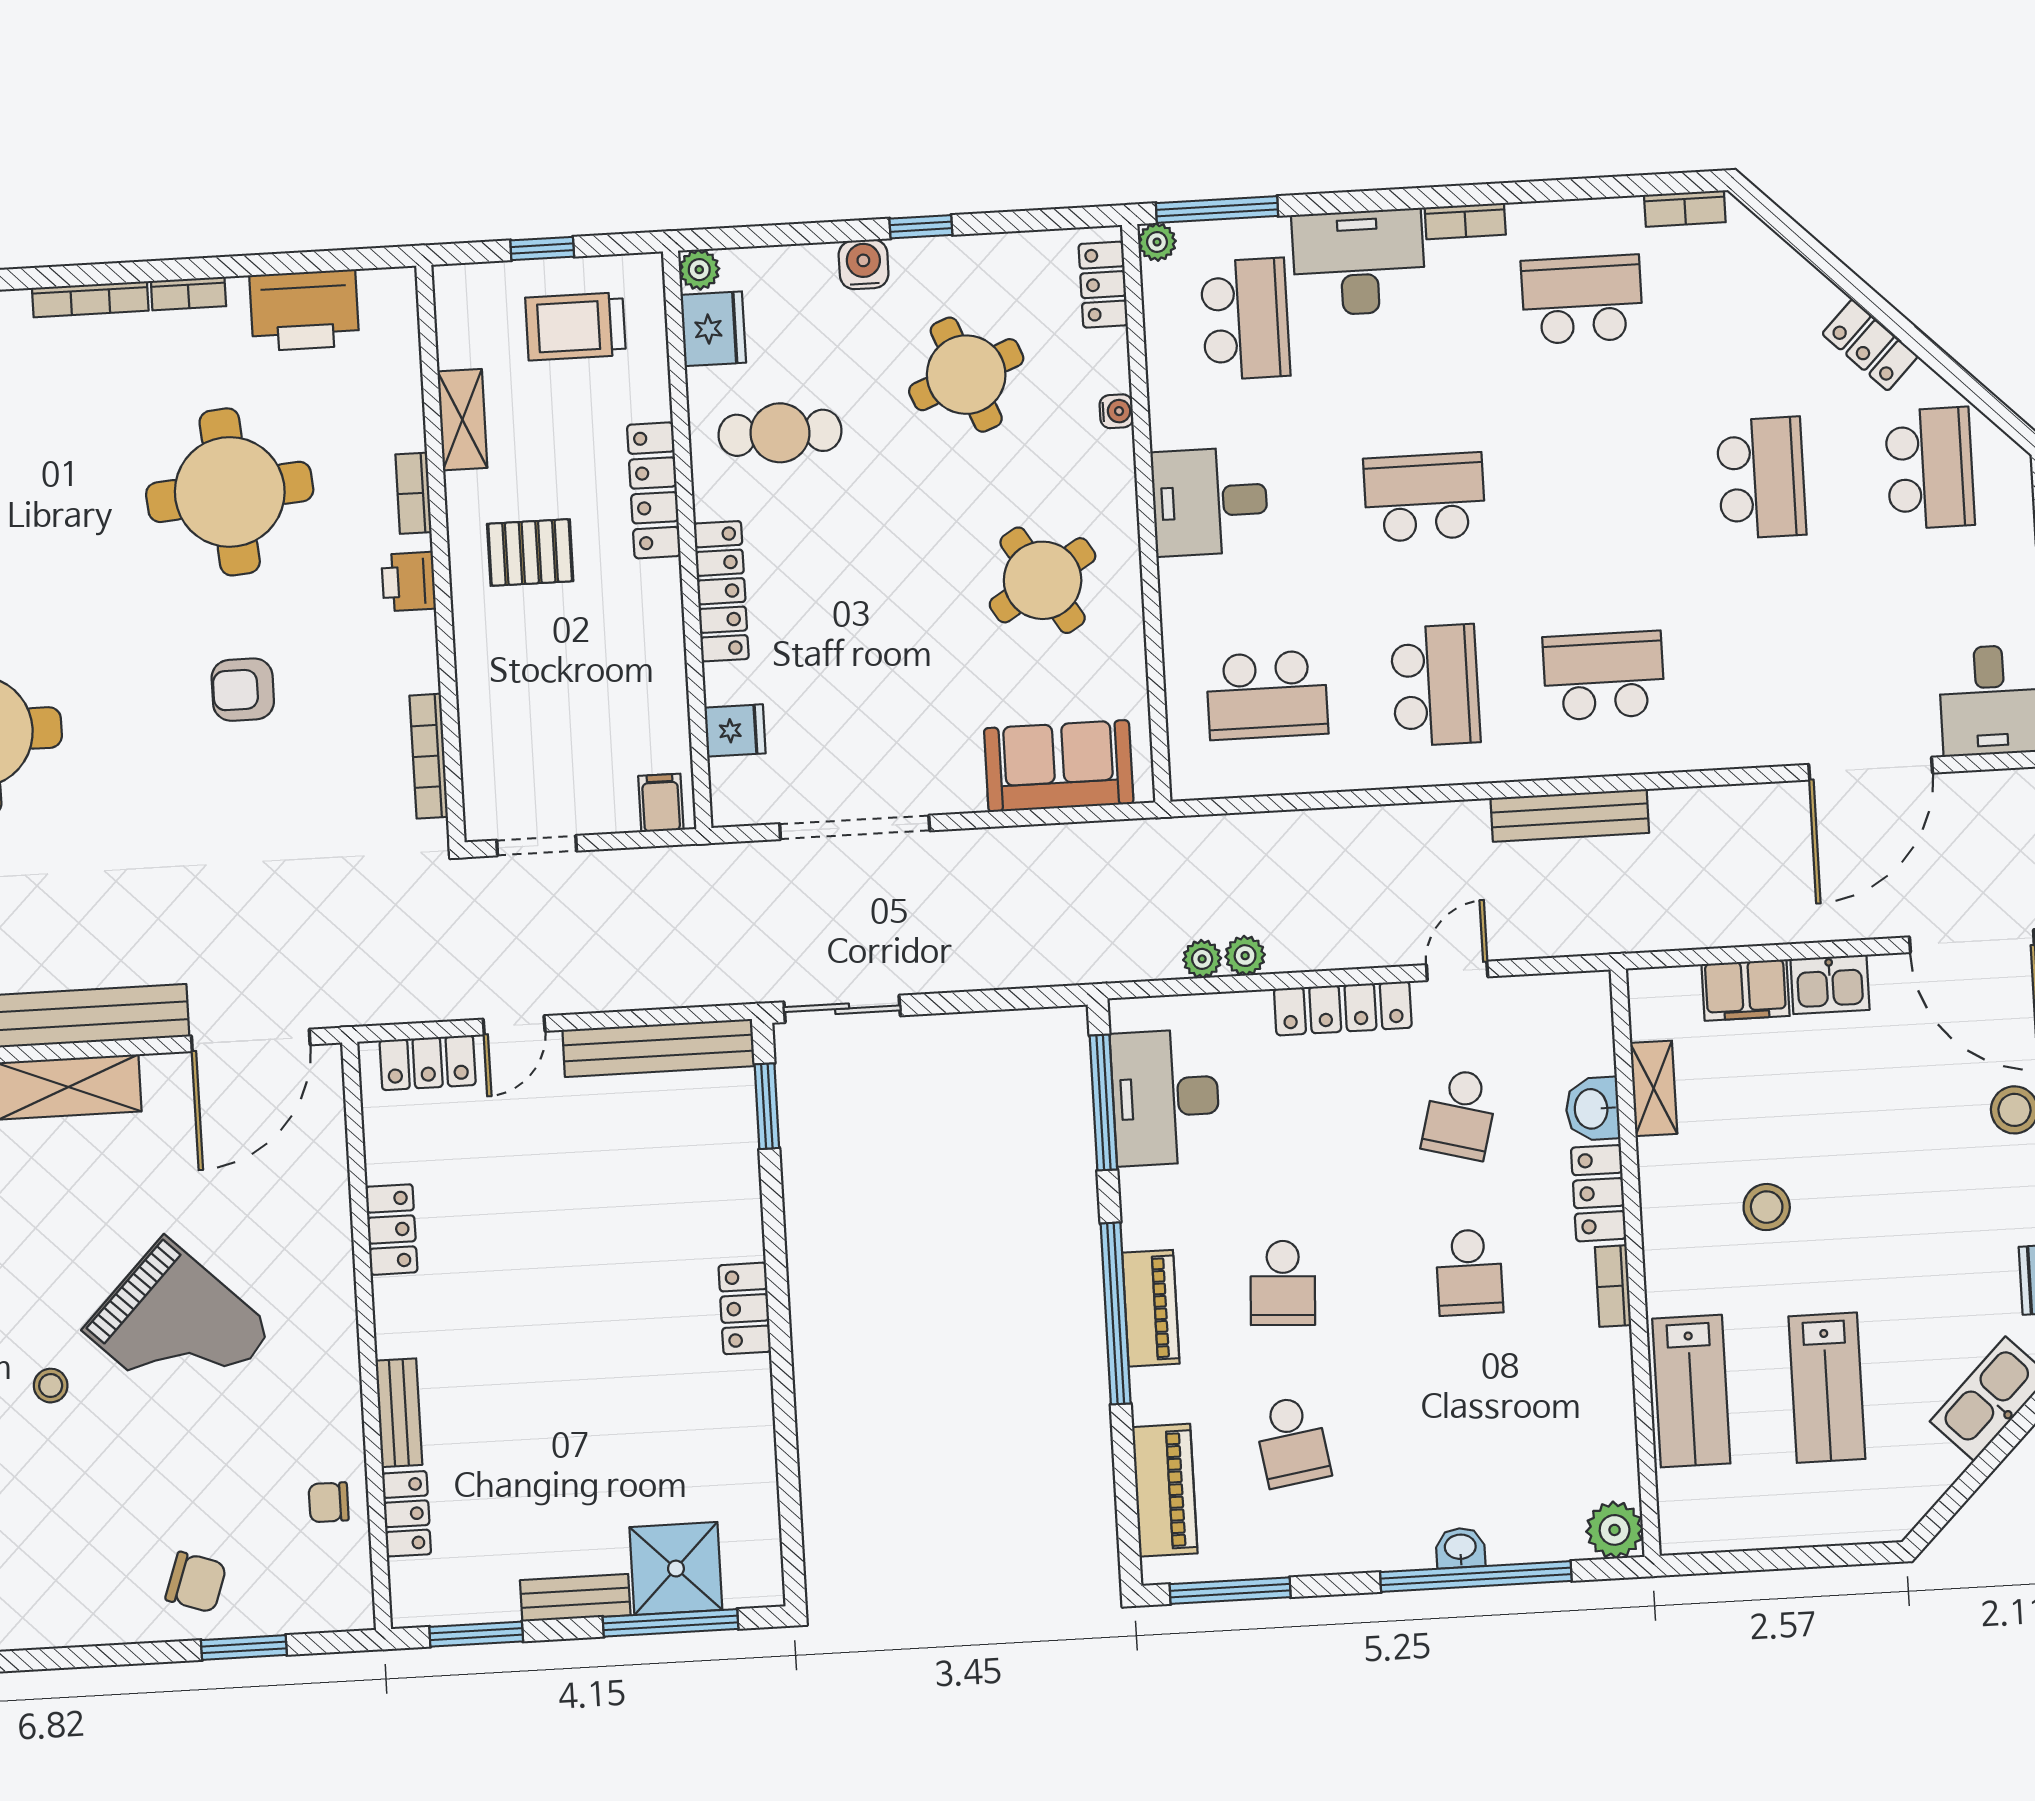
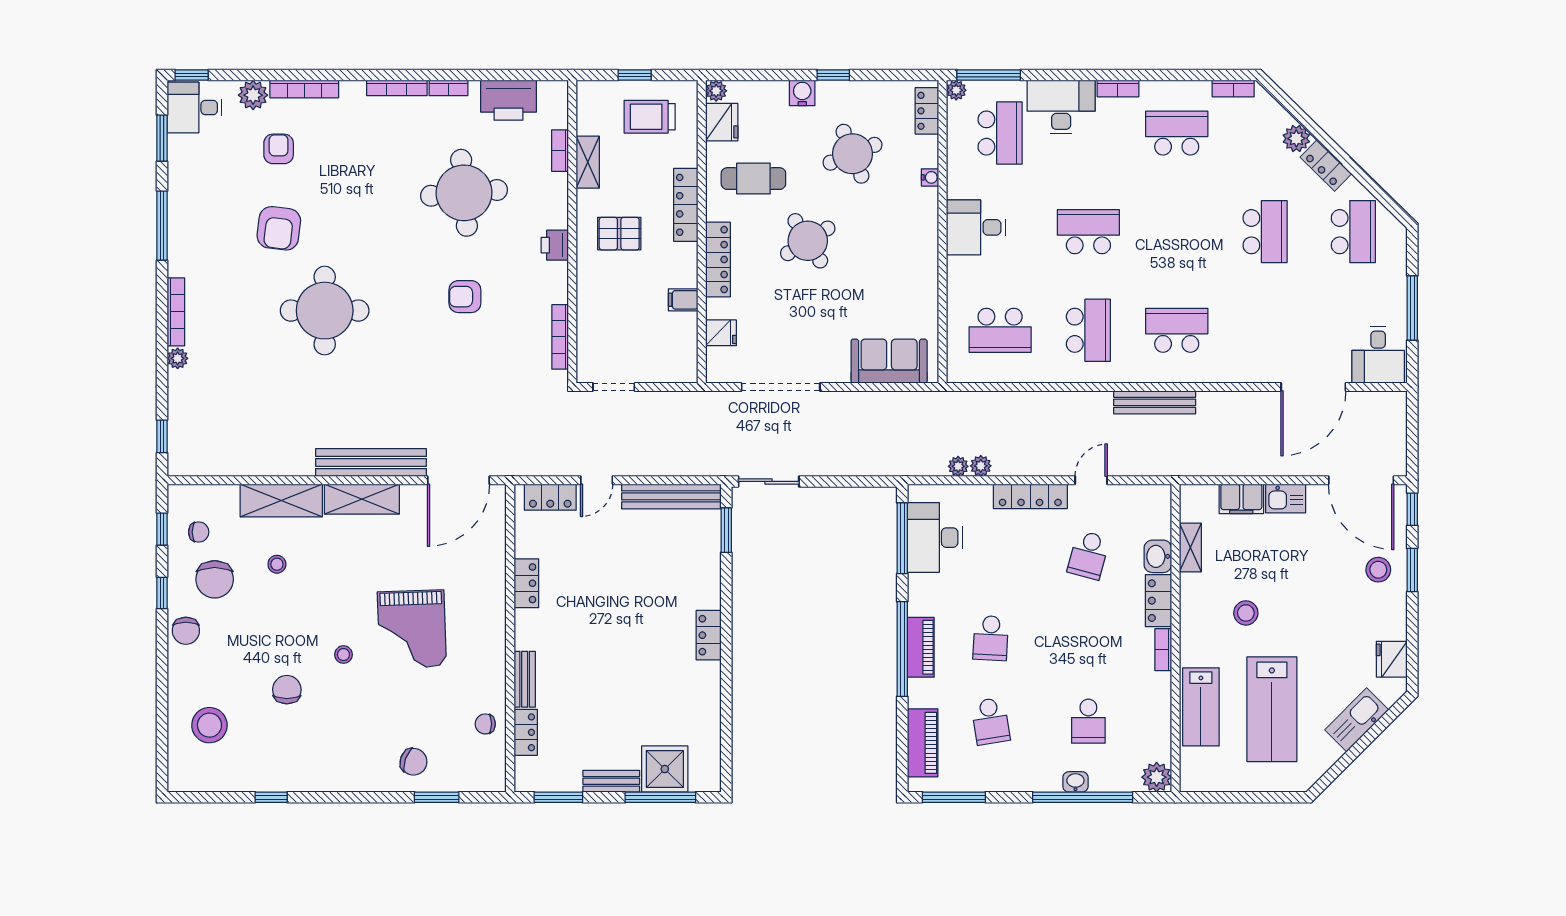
plant: (1811, 297) -> (1296, 138), added
bookcase: (413, 493) -> (560, 151), moved
round table: (1043, 580) -> (808, 241), moved
filing cabinet: (661, 803) -> (683, 300), moved, turned -90
school desk: (1469, 1272) -> (1088, 721), moved
grand piano: (178, 1330) -> (412, 629), turned 44
lab bench: (1827, 1388) -> (1272, 709), width x1.36, depth x1.39

